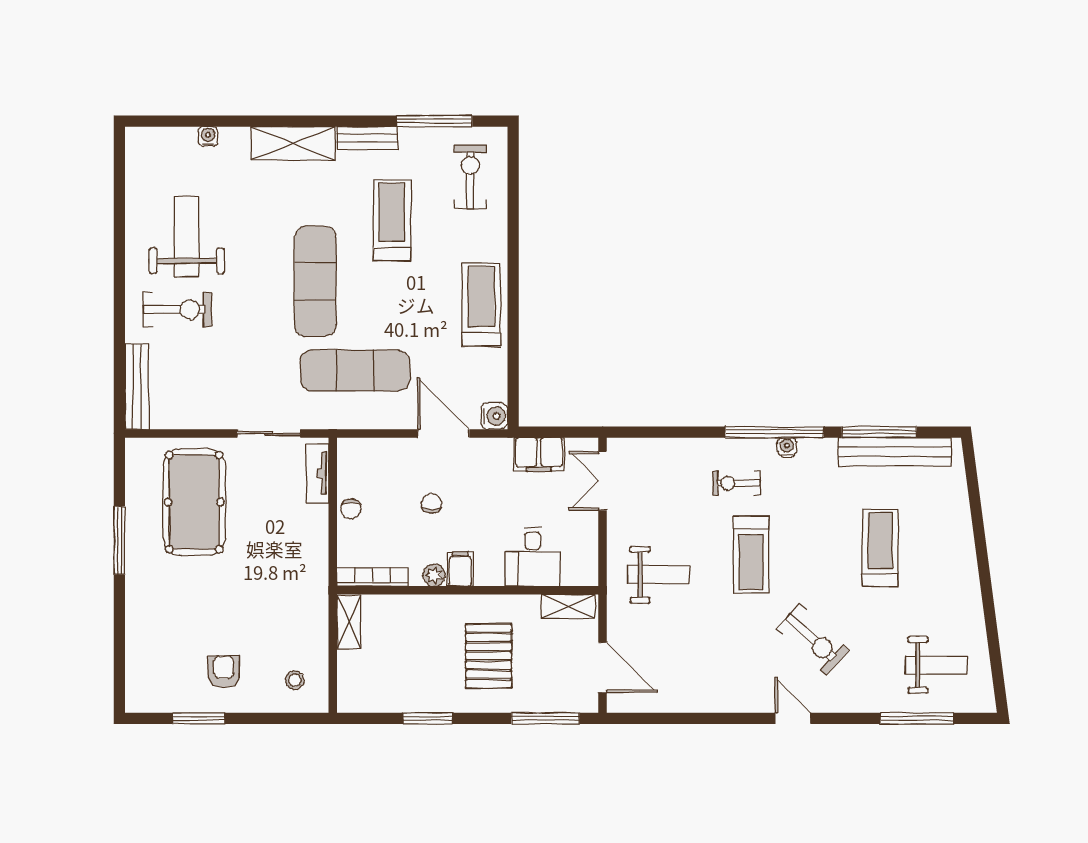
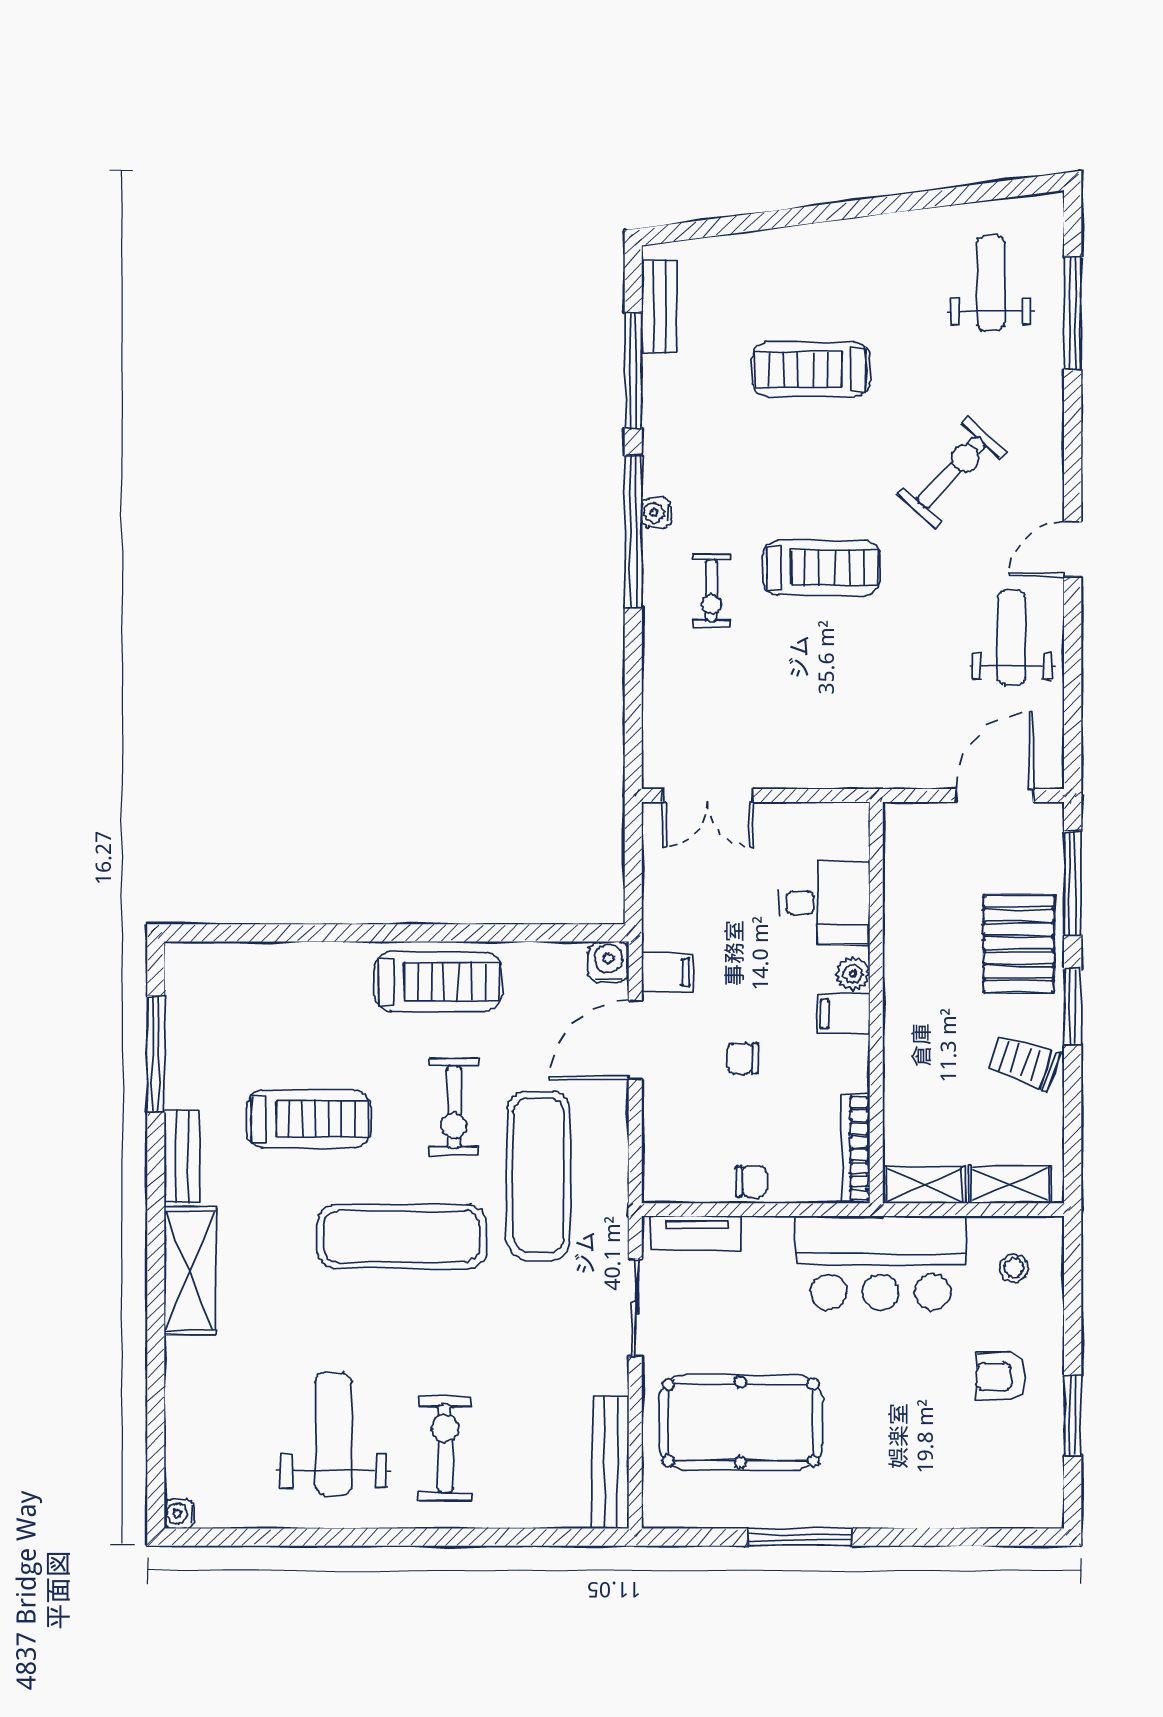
water cooler: (208, 136) -> (179, 1514), moved
exercise bike: (470, 177) -> (454, 1107), moved, turned -90
treadmill: (392, 220) -> (308, 1119), turned 180
weight bench: (187, 237) -> (334, 1434), turned 90
treadmill: (481, 305) -> (438, 982), turned 180
bench: (137, 387) -> (611, 1463), moved, turned 90
bench: (895, 452) -> (659, 306), width x0.54, depth x0.82
filing cabinet: (539, 454) -> (668, 972), moved, width x0.50
plant: (434, 575) -> (853, 974), moved
weight bench: (658, 575) -> (1012, 638), moved
bar counter: (298, 593) -> (880, 1263), added
shelving: (568, 607) -> (1010, 1185), moved, turned 90
pallet: (489, 656) -> (1019, 944), moved, turned 90
trolley: (429, 687) -> (1024, 1062), added
window: (428, 718) -> (1073, 1006), moved
door: (793, 718) -> (1073, 549), moved

